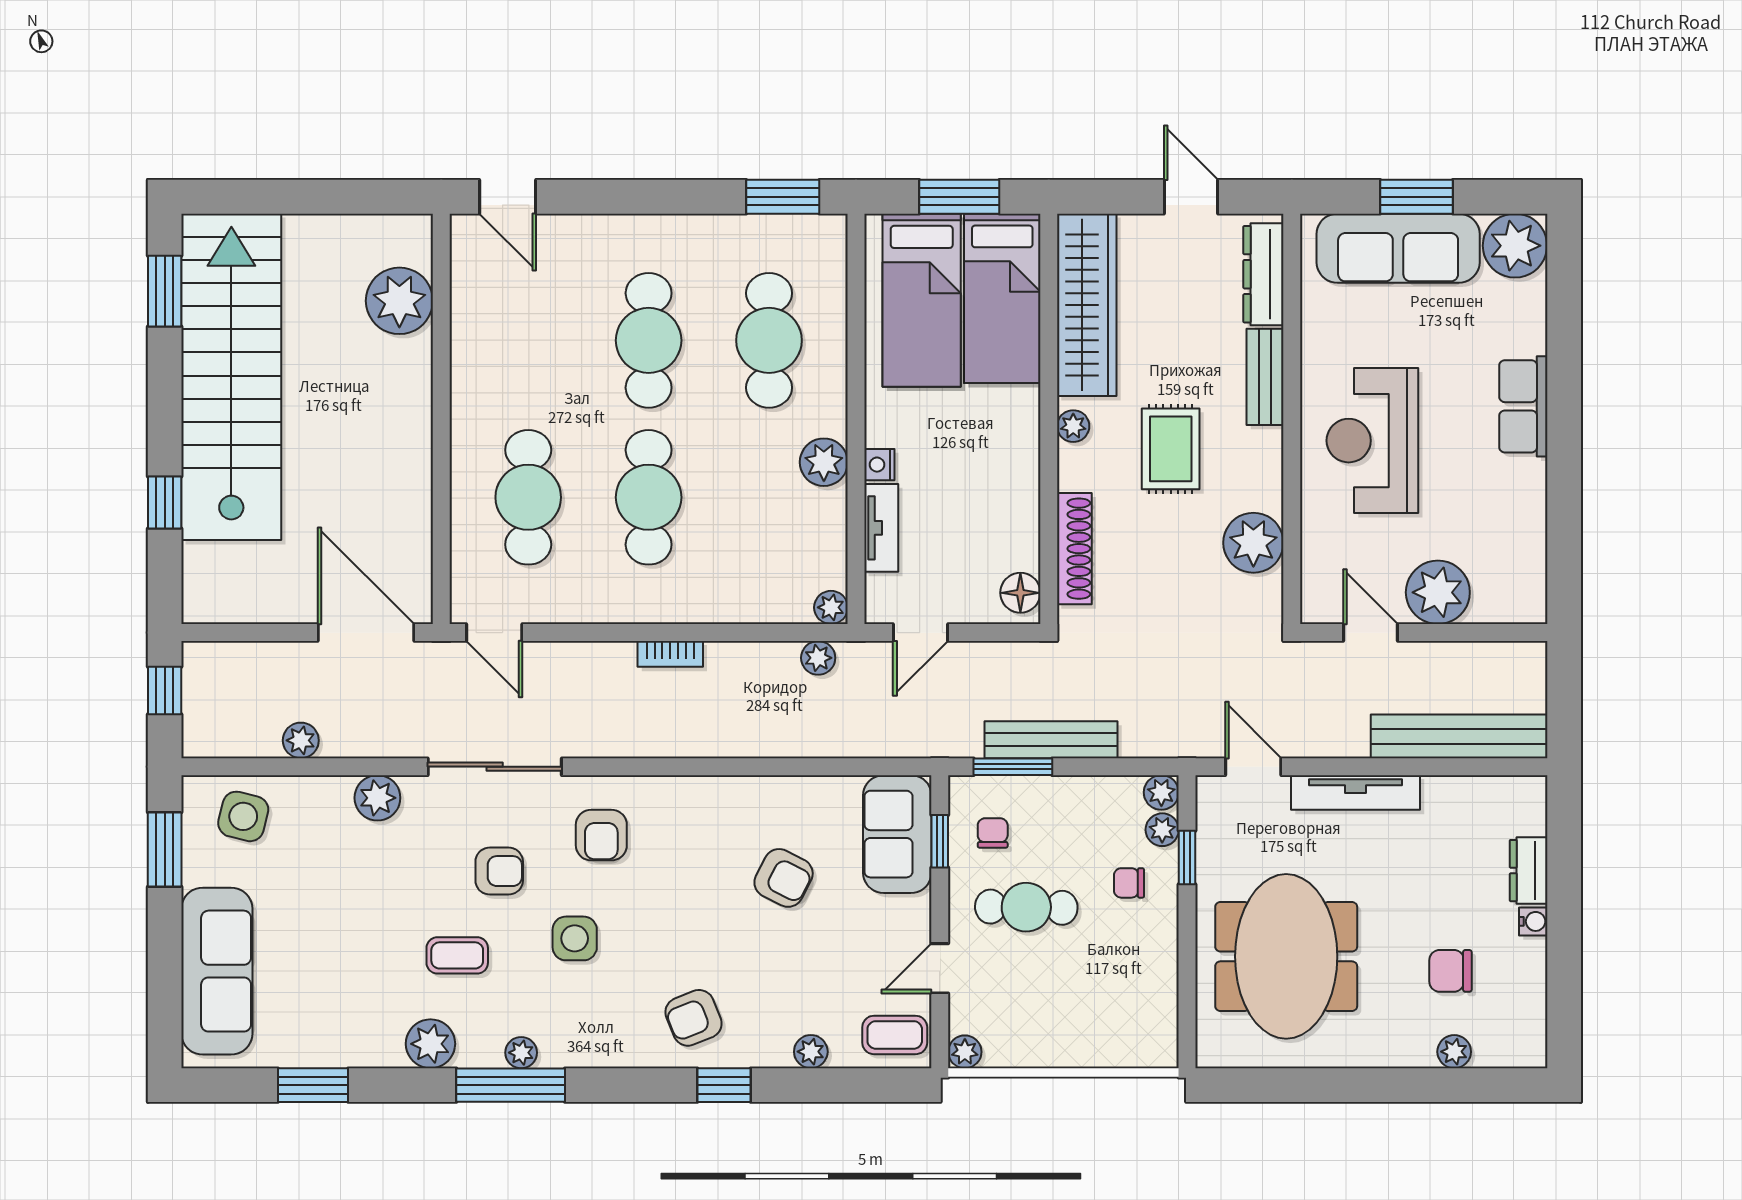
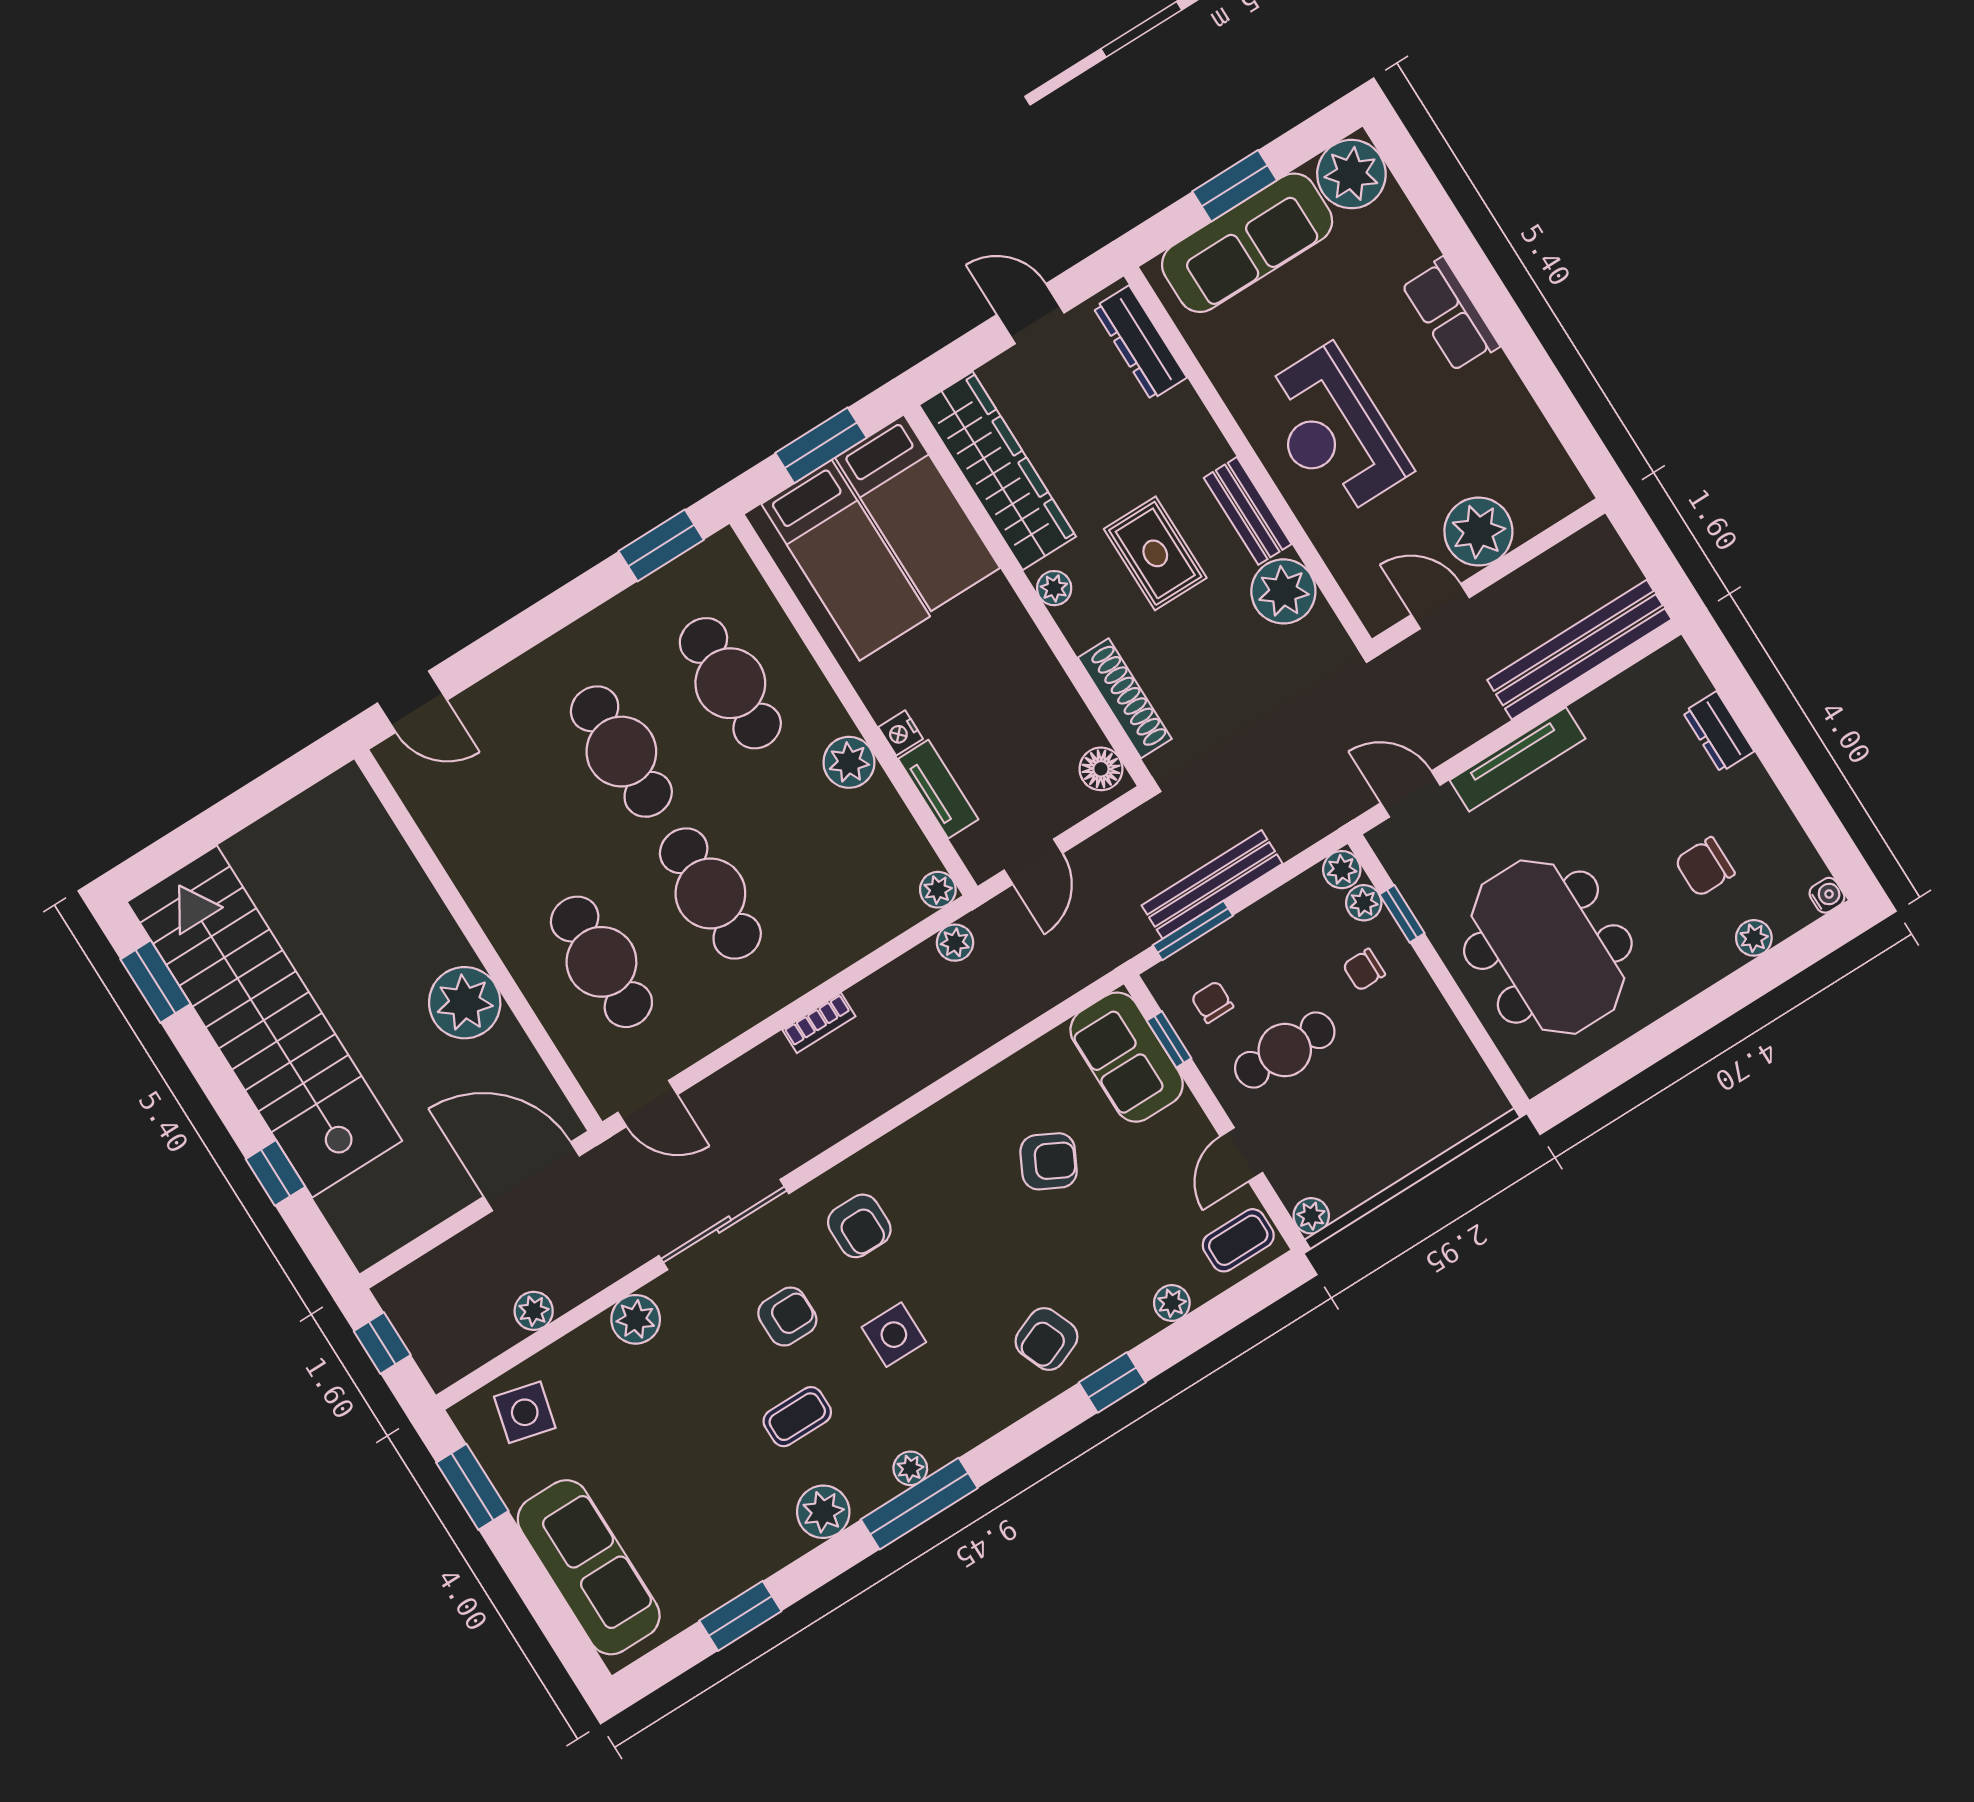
plant: (399, 301) -> (465, 1003), moved
bench: (1265, 377) -> (1248, 511), moved
water cooler: (1533, 921) -> (1827, 895), moved

